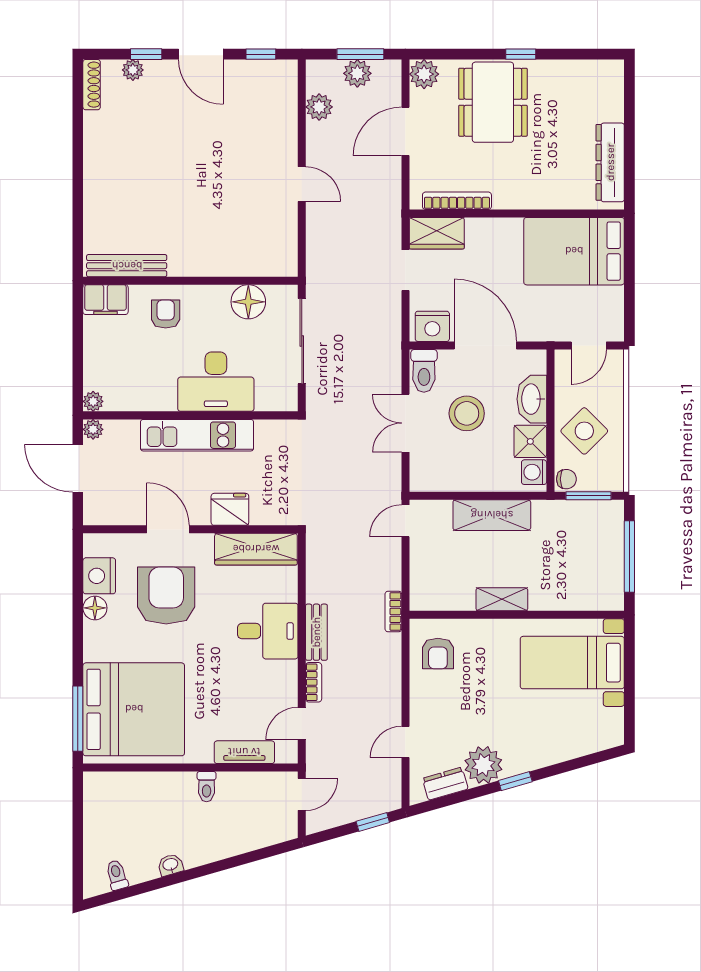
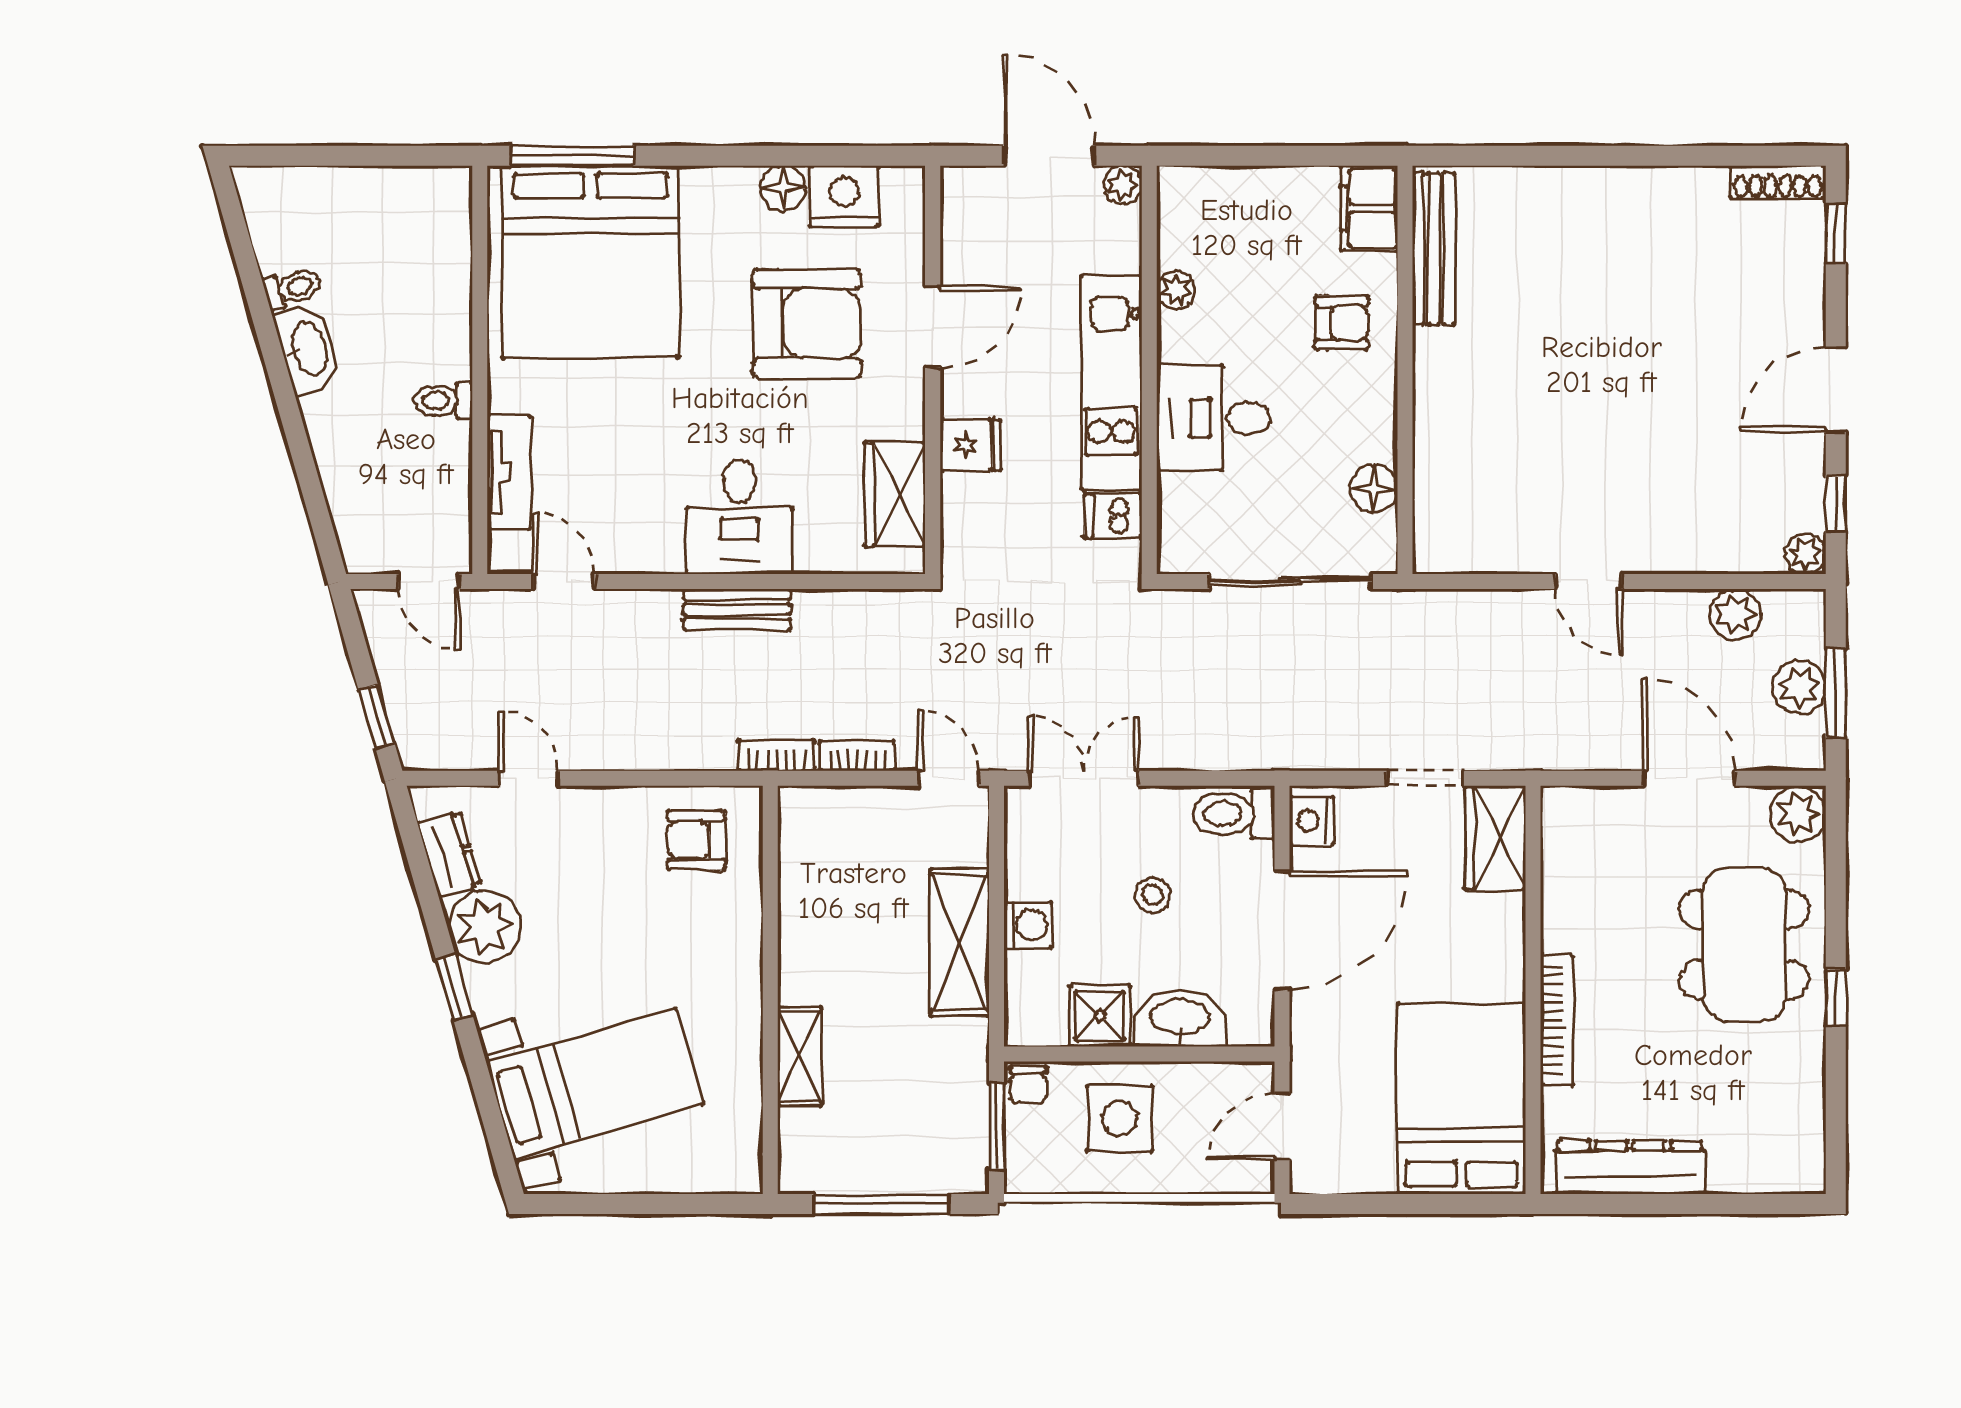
window: (146, 54) -> (1836, 234), moved
plant: (133, 70) -> (1806, 554), moved
dining table: (493, 102) -> (1744, 945), turned 90
door: (302, 184) -> (1589, 581), hinge flipped
bookcase: (457, 201) -> (1557, 1020), moved
floor lamp: (248, 302) -> (1374, 489), width x0.73, depth x0.73
nightstand: (432, 326) -> (1311, 821), width x0.74, depth x0.75
door: (589, 345) -> (1282, 1127), hinge flipped
desk: (216, 382) -> (1213, 418), width x0.73
plant: (93, 401) -> (1176, 290), moved
stool: (467, 413) -> (1153, 895), width x0.53, depth x0.53
double door: (405, 423) -> (1083, 778), moved
side table: (584, 431) -> (1120, 1118), turned 45
dishwasher: (267, 434) -> (1113, 516), added
door: (78, 468) -> (1049, 156), hinge flipped
washing machine: (534, 472) -> (1028, 925), moved, turned 90
fridge: (230, 509) -> (971, 445), width x0.72
wardrobe: (256, 549) -> (895, 494), width x0.67
shelving: (502, 599) -> (800, 1057), moved
bed with nightstands: (572, 663) -> (595, 1083), moved, turned 74
bookcase: (314, 682) -> (857, 756), moved, turned 180
washbasin: (170, 865) -> (308, 349), width x1.91, depth x1.45
toilet: (117, 875) -> (292, 288), moved

